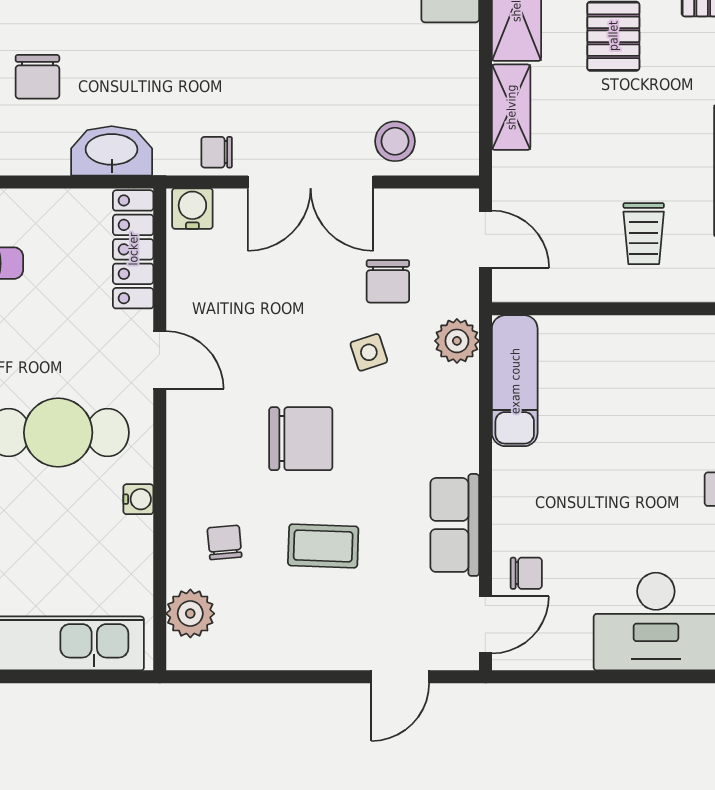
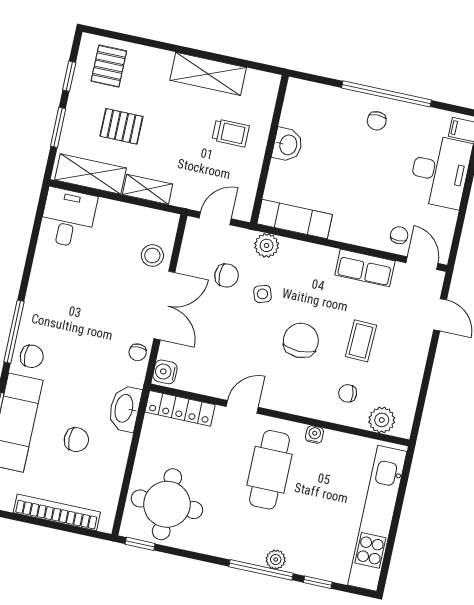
washbasin: (645, 339) -> (288, 145), added

